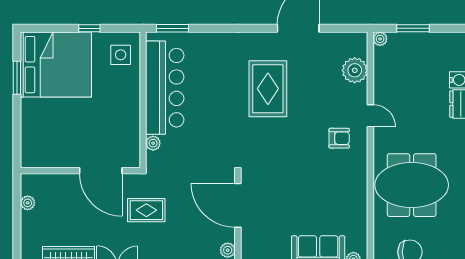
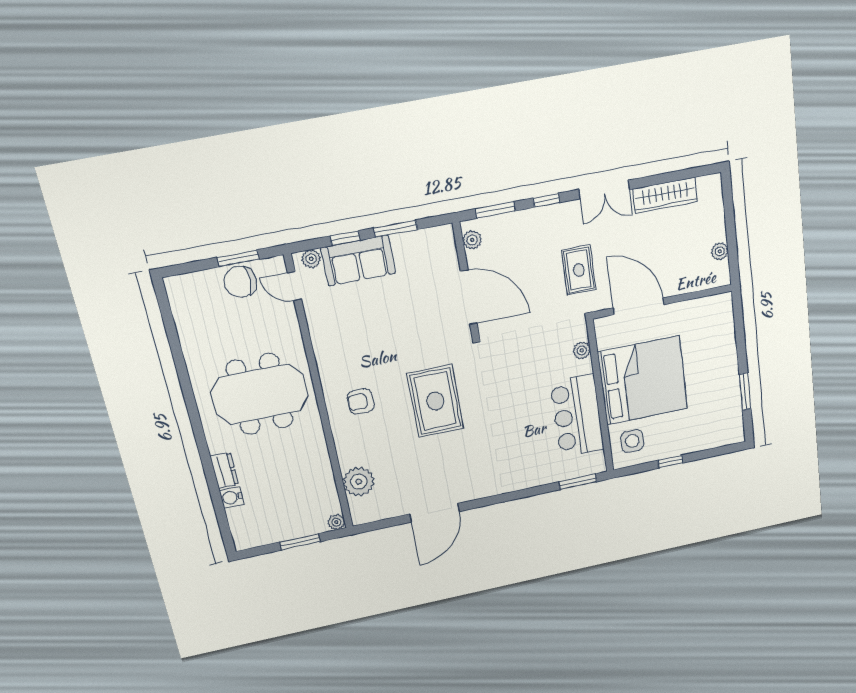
bed: (56, 65) -> (643, 380), moved, turned 180
bar counter: (165, 88) -> (577, 416), width x0.73
rug: (268, 89) -> (435, 401), moved
door: (370, 116) -> (295, 286), moved
meeting table: (412, 185) -> (260, 394), moved
rug: (146, 210) -> (579, 270), turned 90

